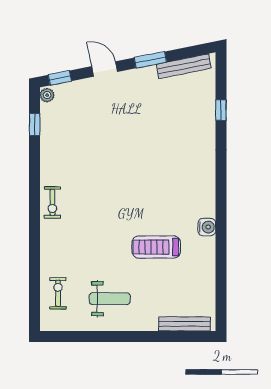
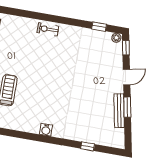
bench: (184, 66) -> (119, 111), moved
water cooler: (207, 227) -> (46, 130), moved

